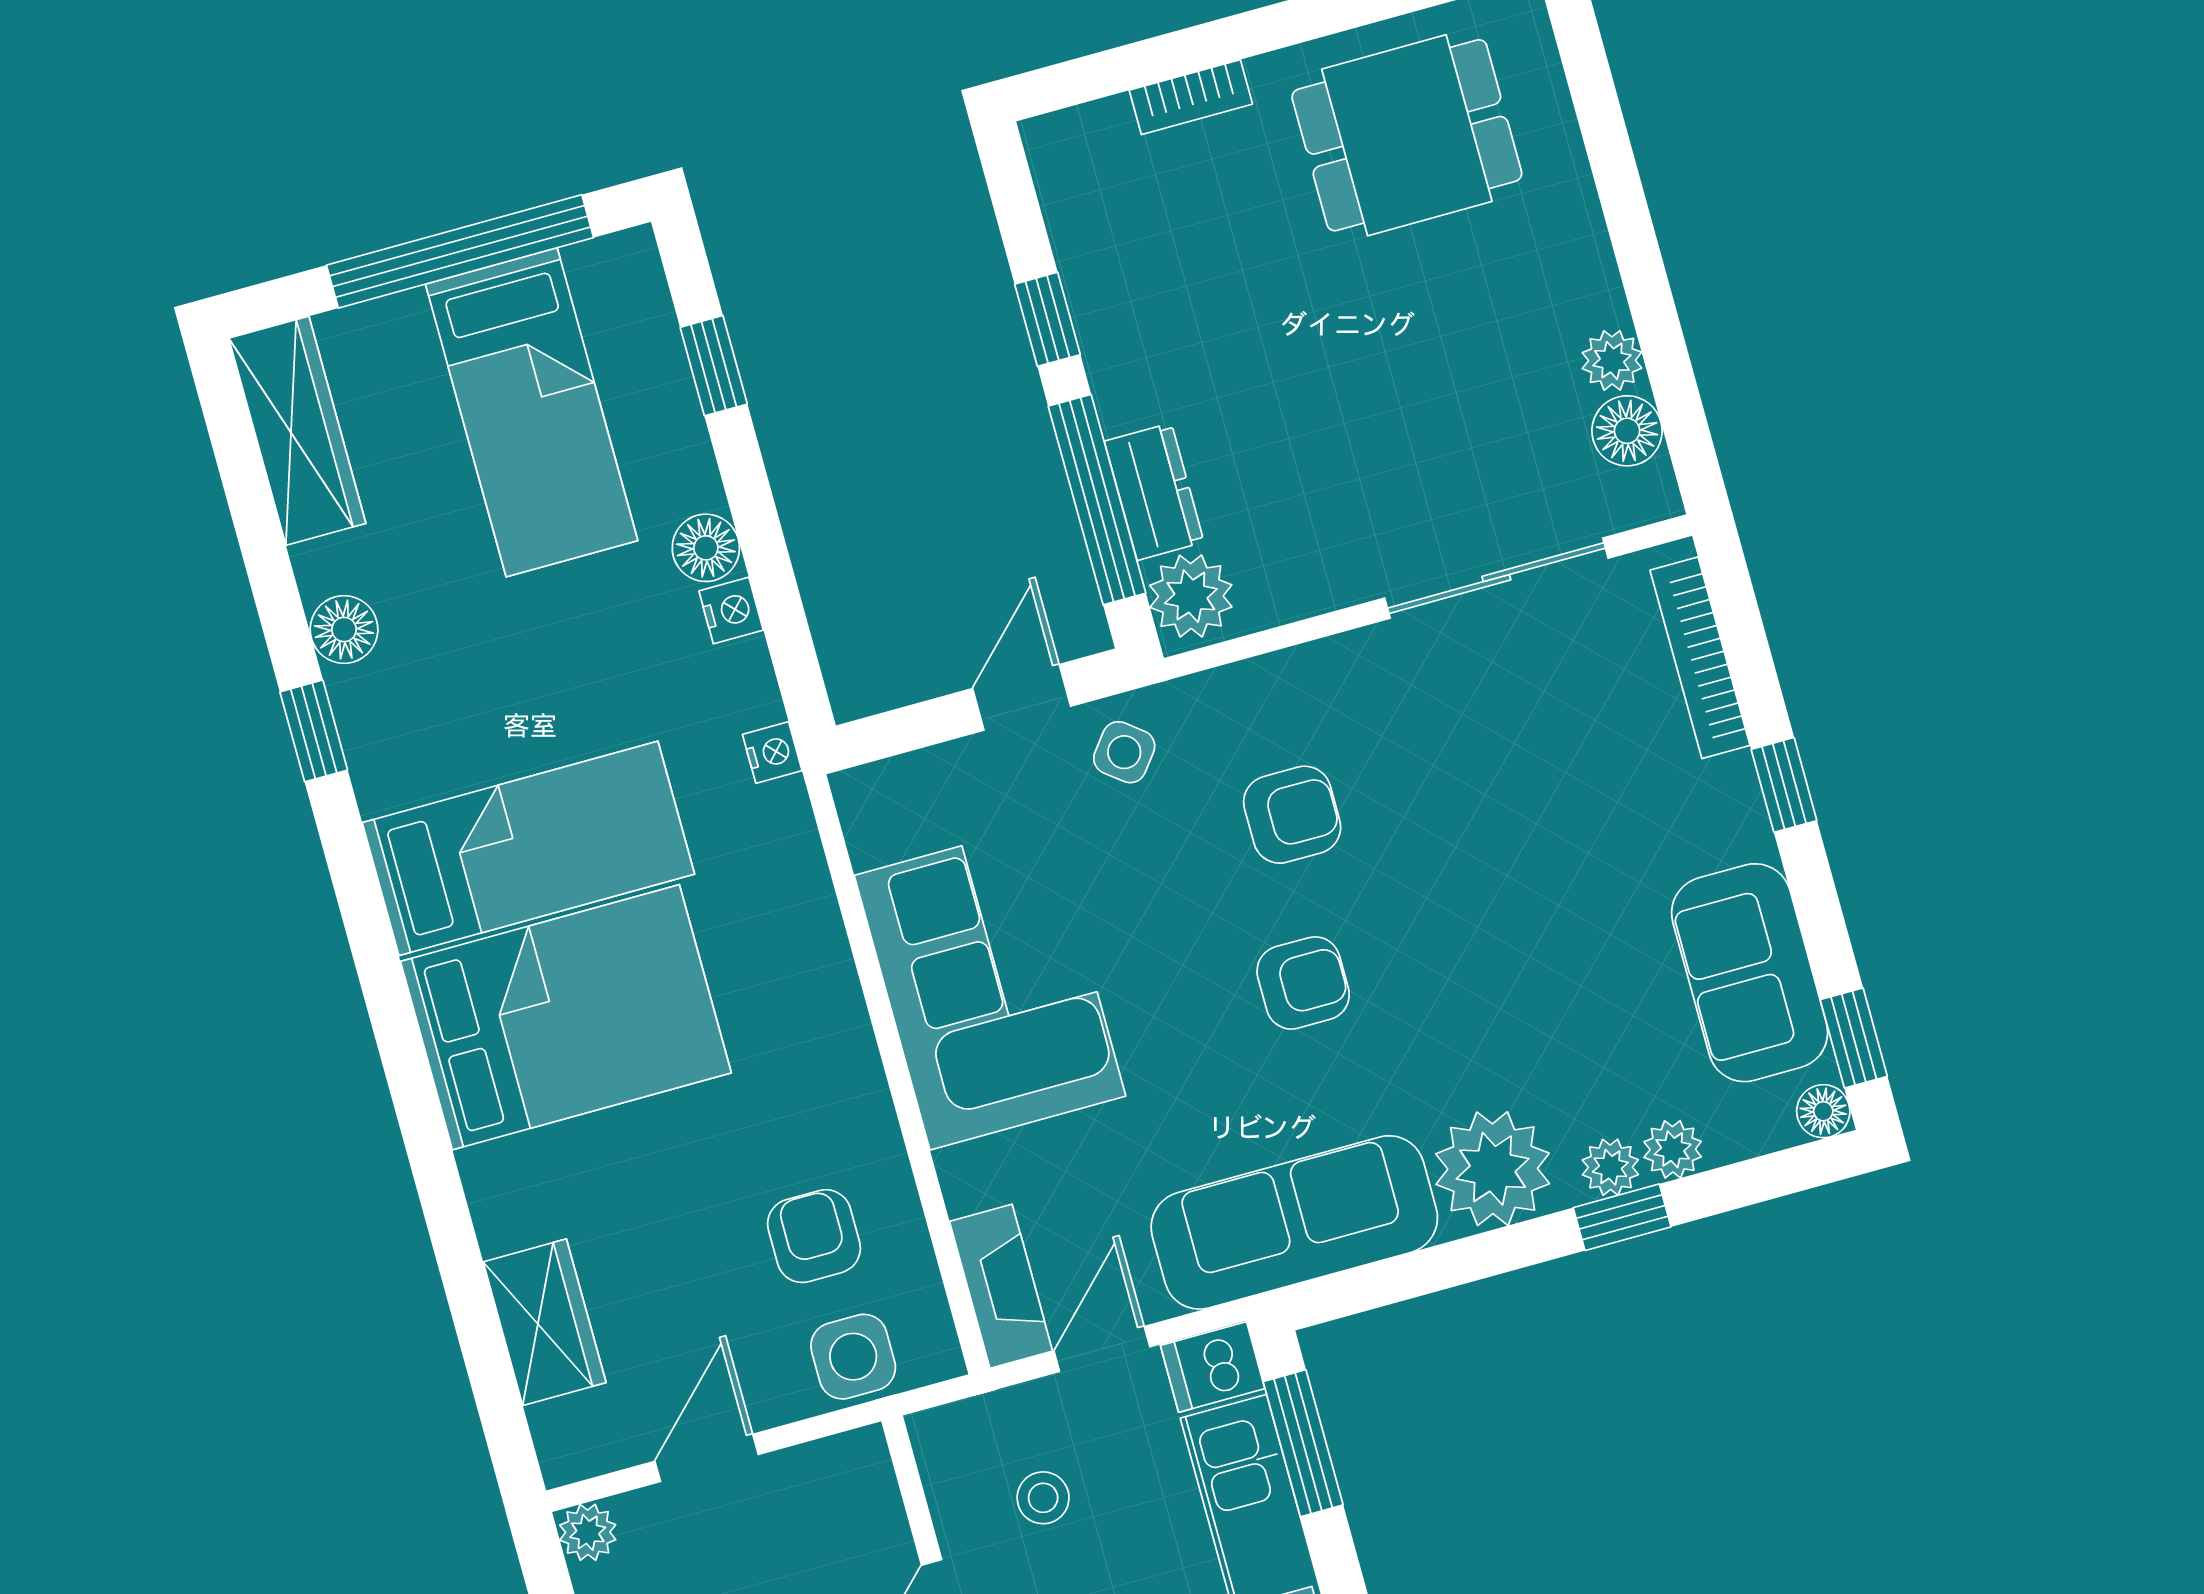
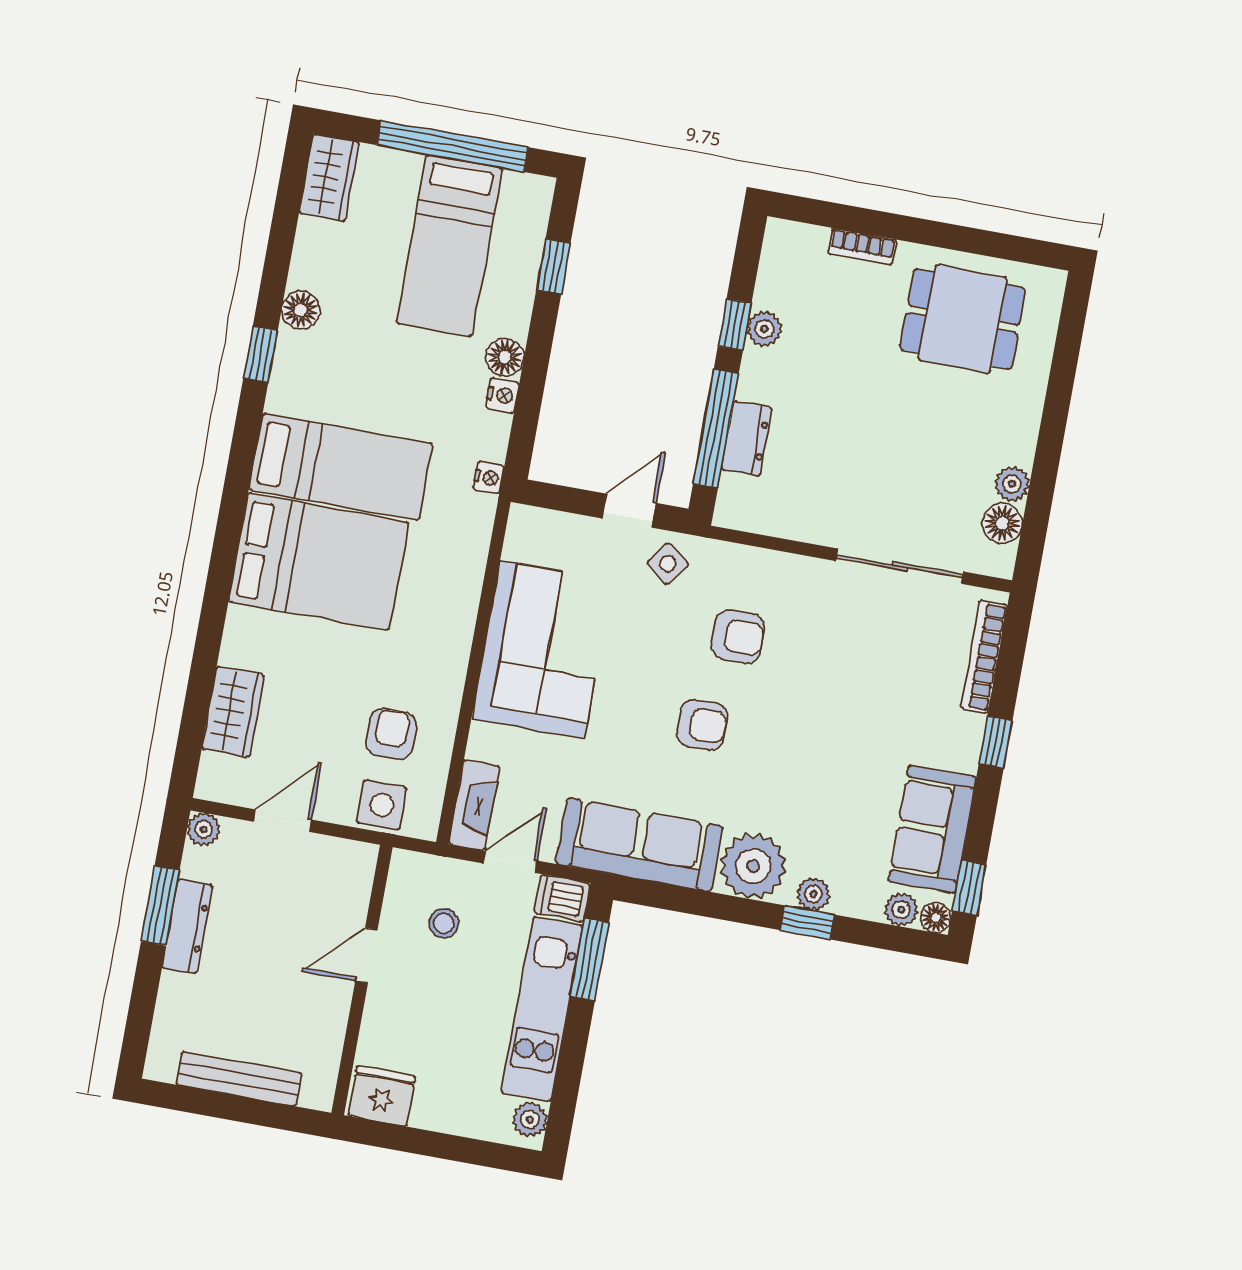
wardrobe: (297, 431) -> (329, 178), width x0.67
plant: (1191, 596) -> (764, 329), moved, width x0.73, depth x0.73
plant: (1673, 1149) -> (901, 910), moved

